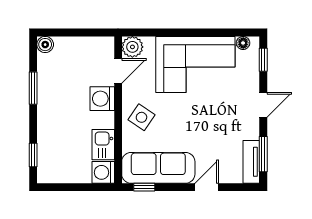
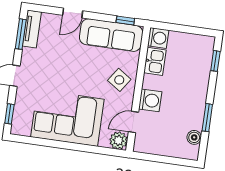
floor lamp: (243, 43) -> (24, 130), removed
boiler: (45, 45) -> (194, 137), moved

